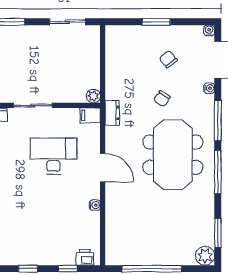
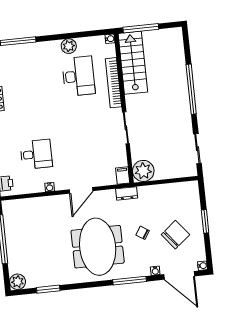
chair: (168, 59) -> (175, 235), width x1.87, depth x1.87
plant: (93, 96) -> (143, 171), width x1.88, depth x1.88
meeting table: (173, 155) -> (98, 247), turned 90
desk: (54, 156) -> (36, 154), moved, width x0.73
window: (218, 172) -> (87, 285), removed
window: (218, 233) -> (48, 289), moved

